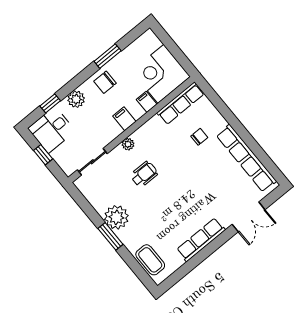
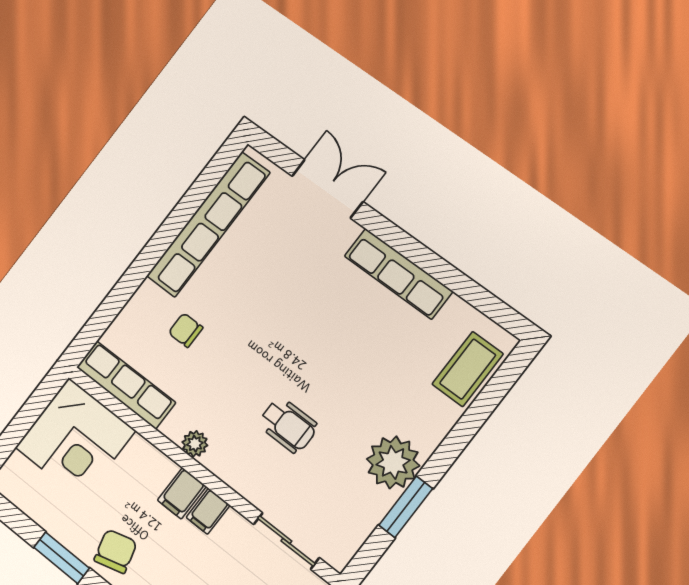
chair: (105, 82) -> (116, 551), turned -105
filing cabinet: (147, 102) -> (208, 511), moved
plant: (128, 144) -> (195, 444), moved
wheelchair: (144, 174) -> (288, 425), turned 180
window: (110, 236) -> (406, 507), moved

